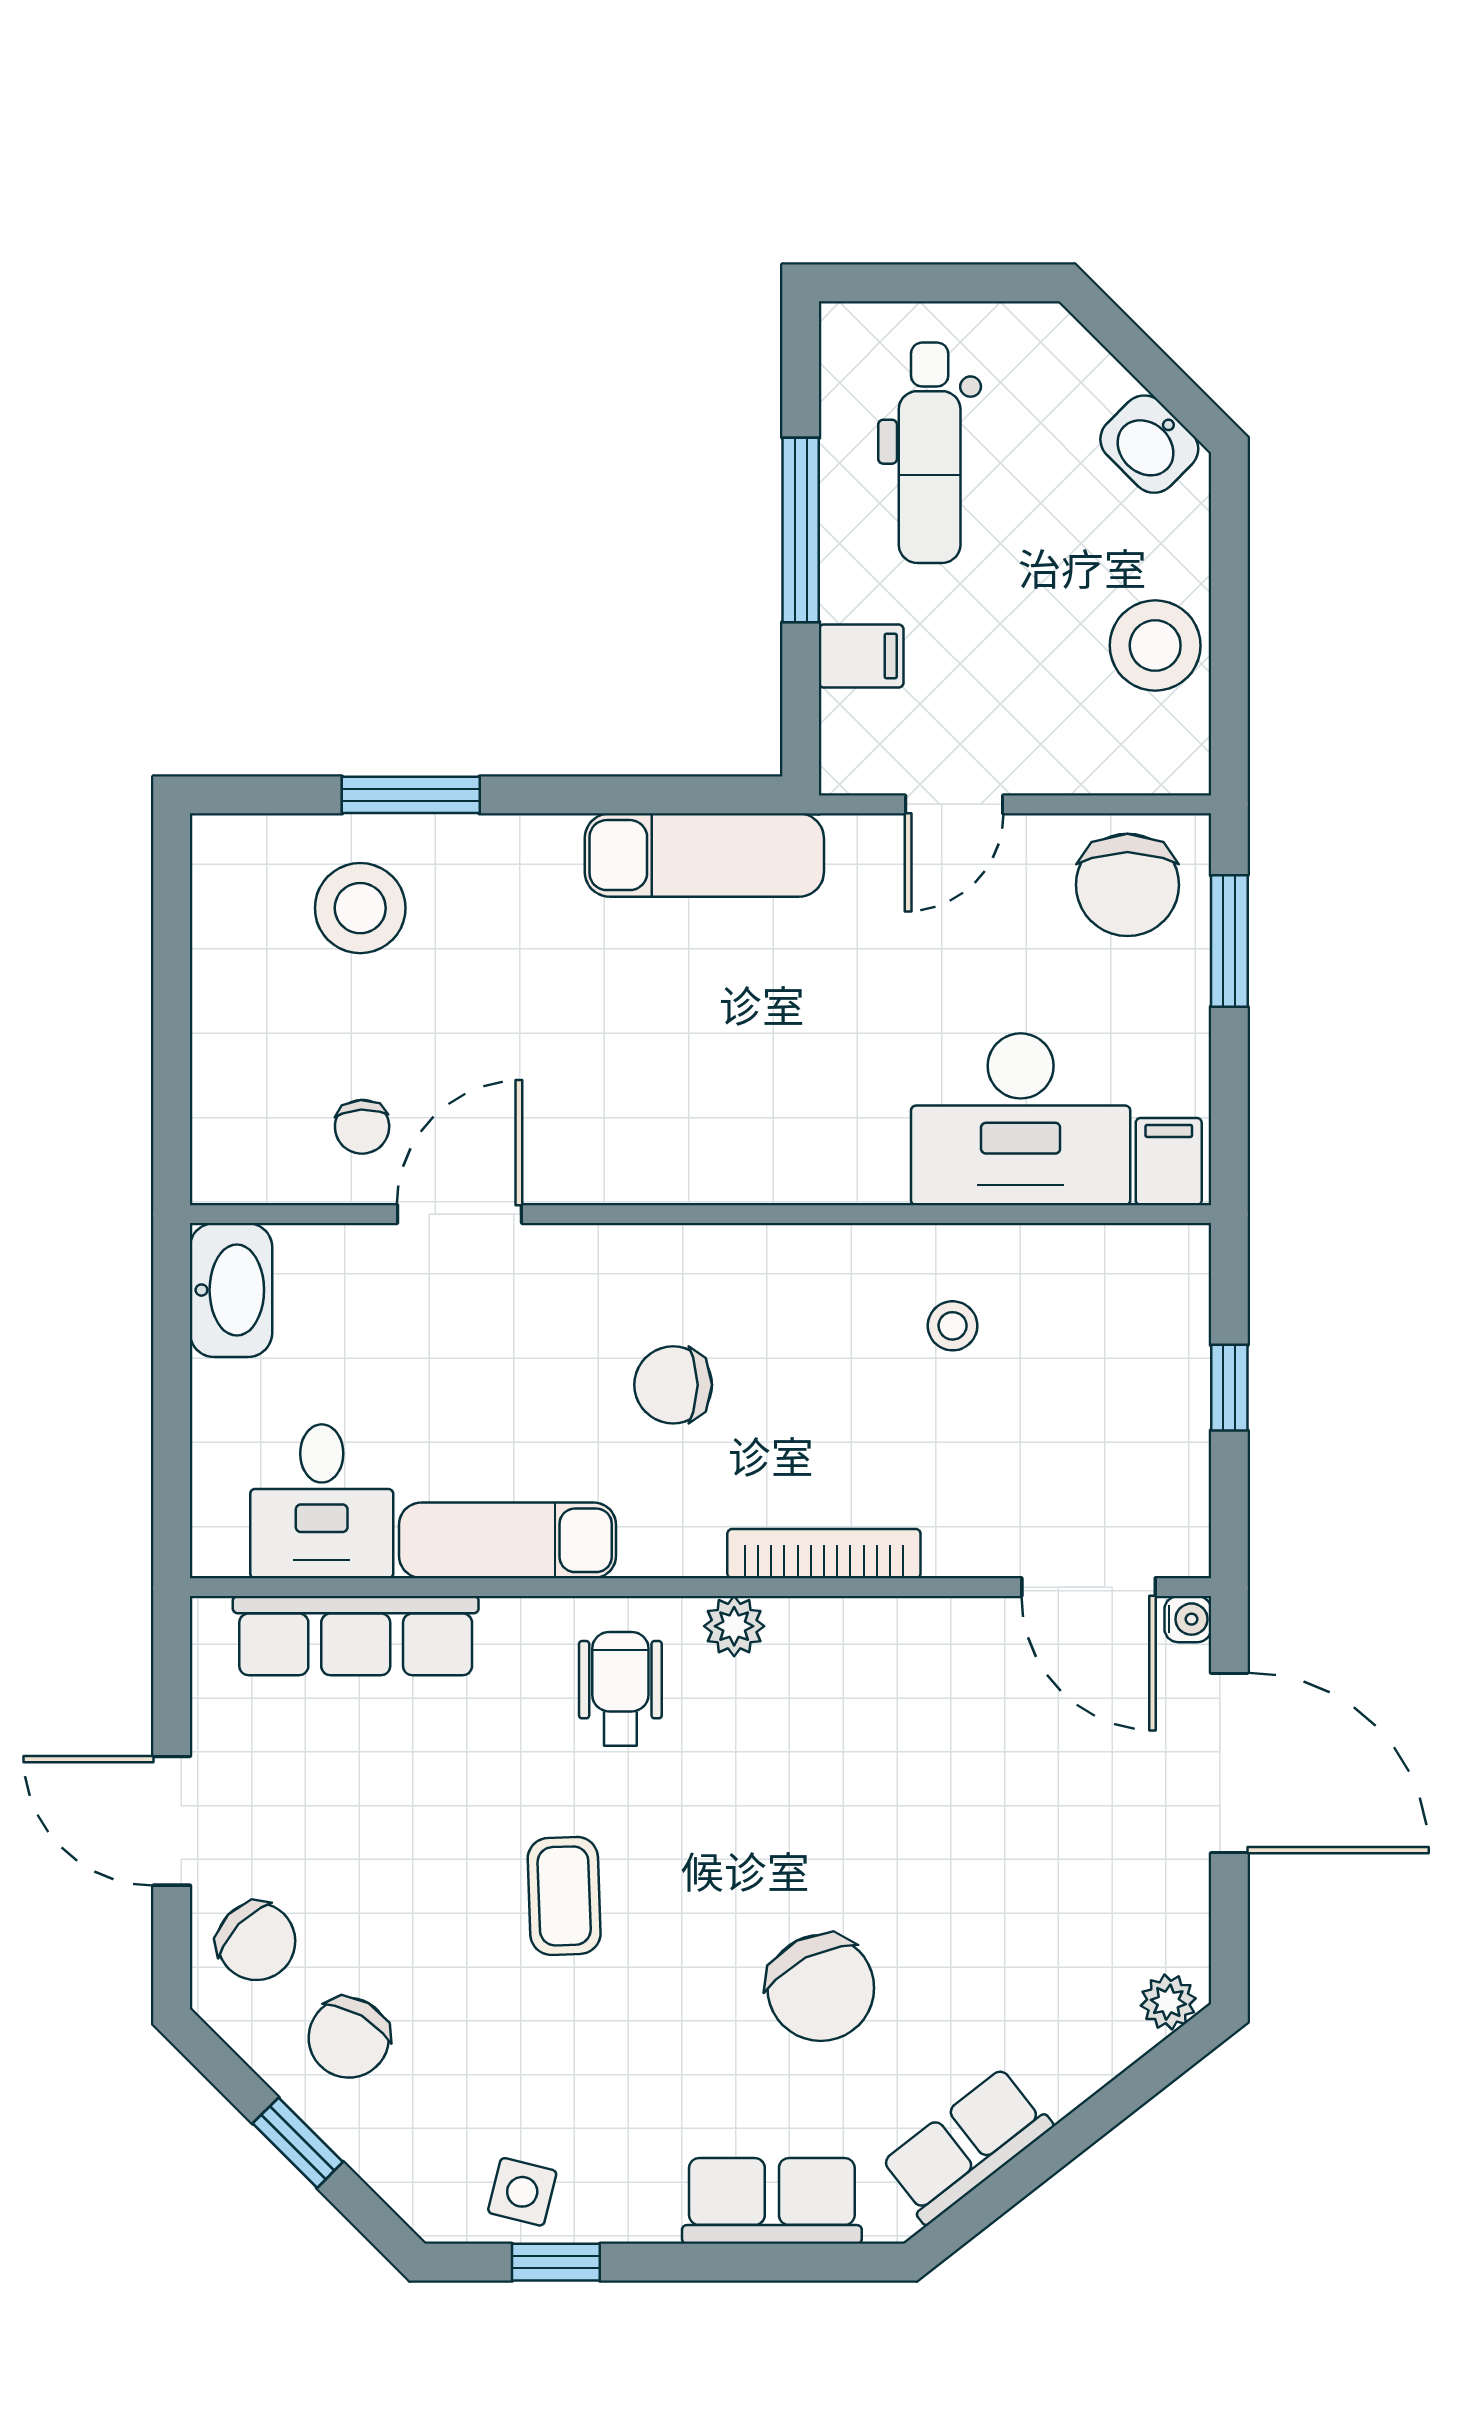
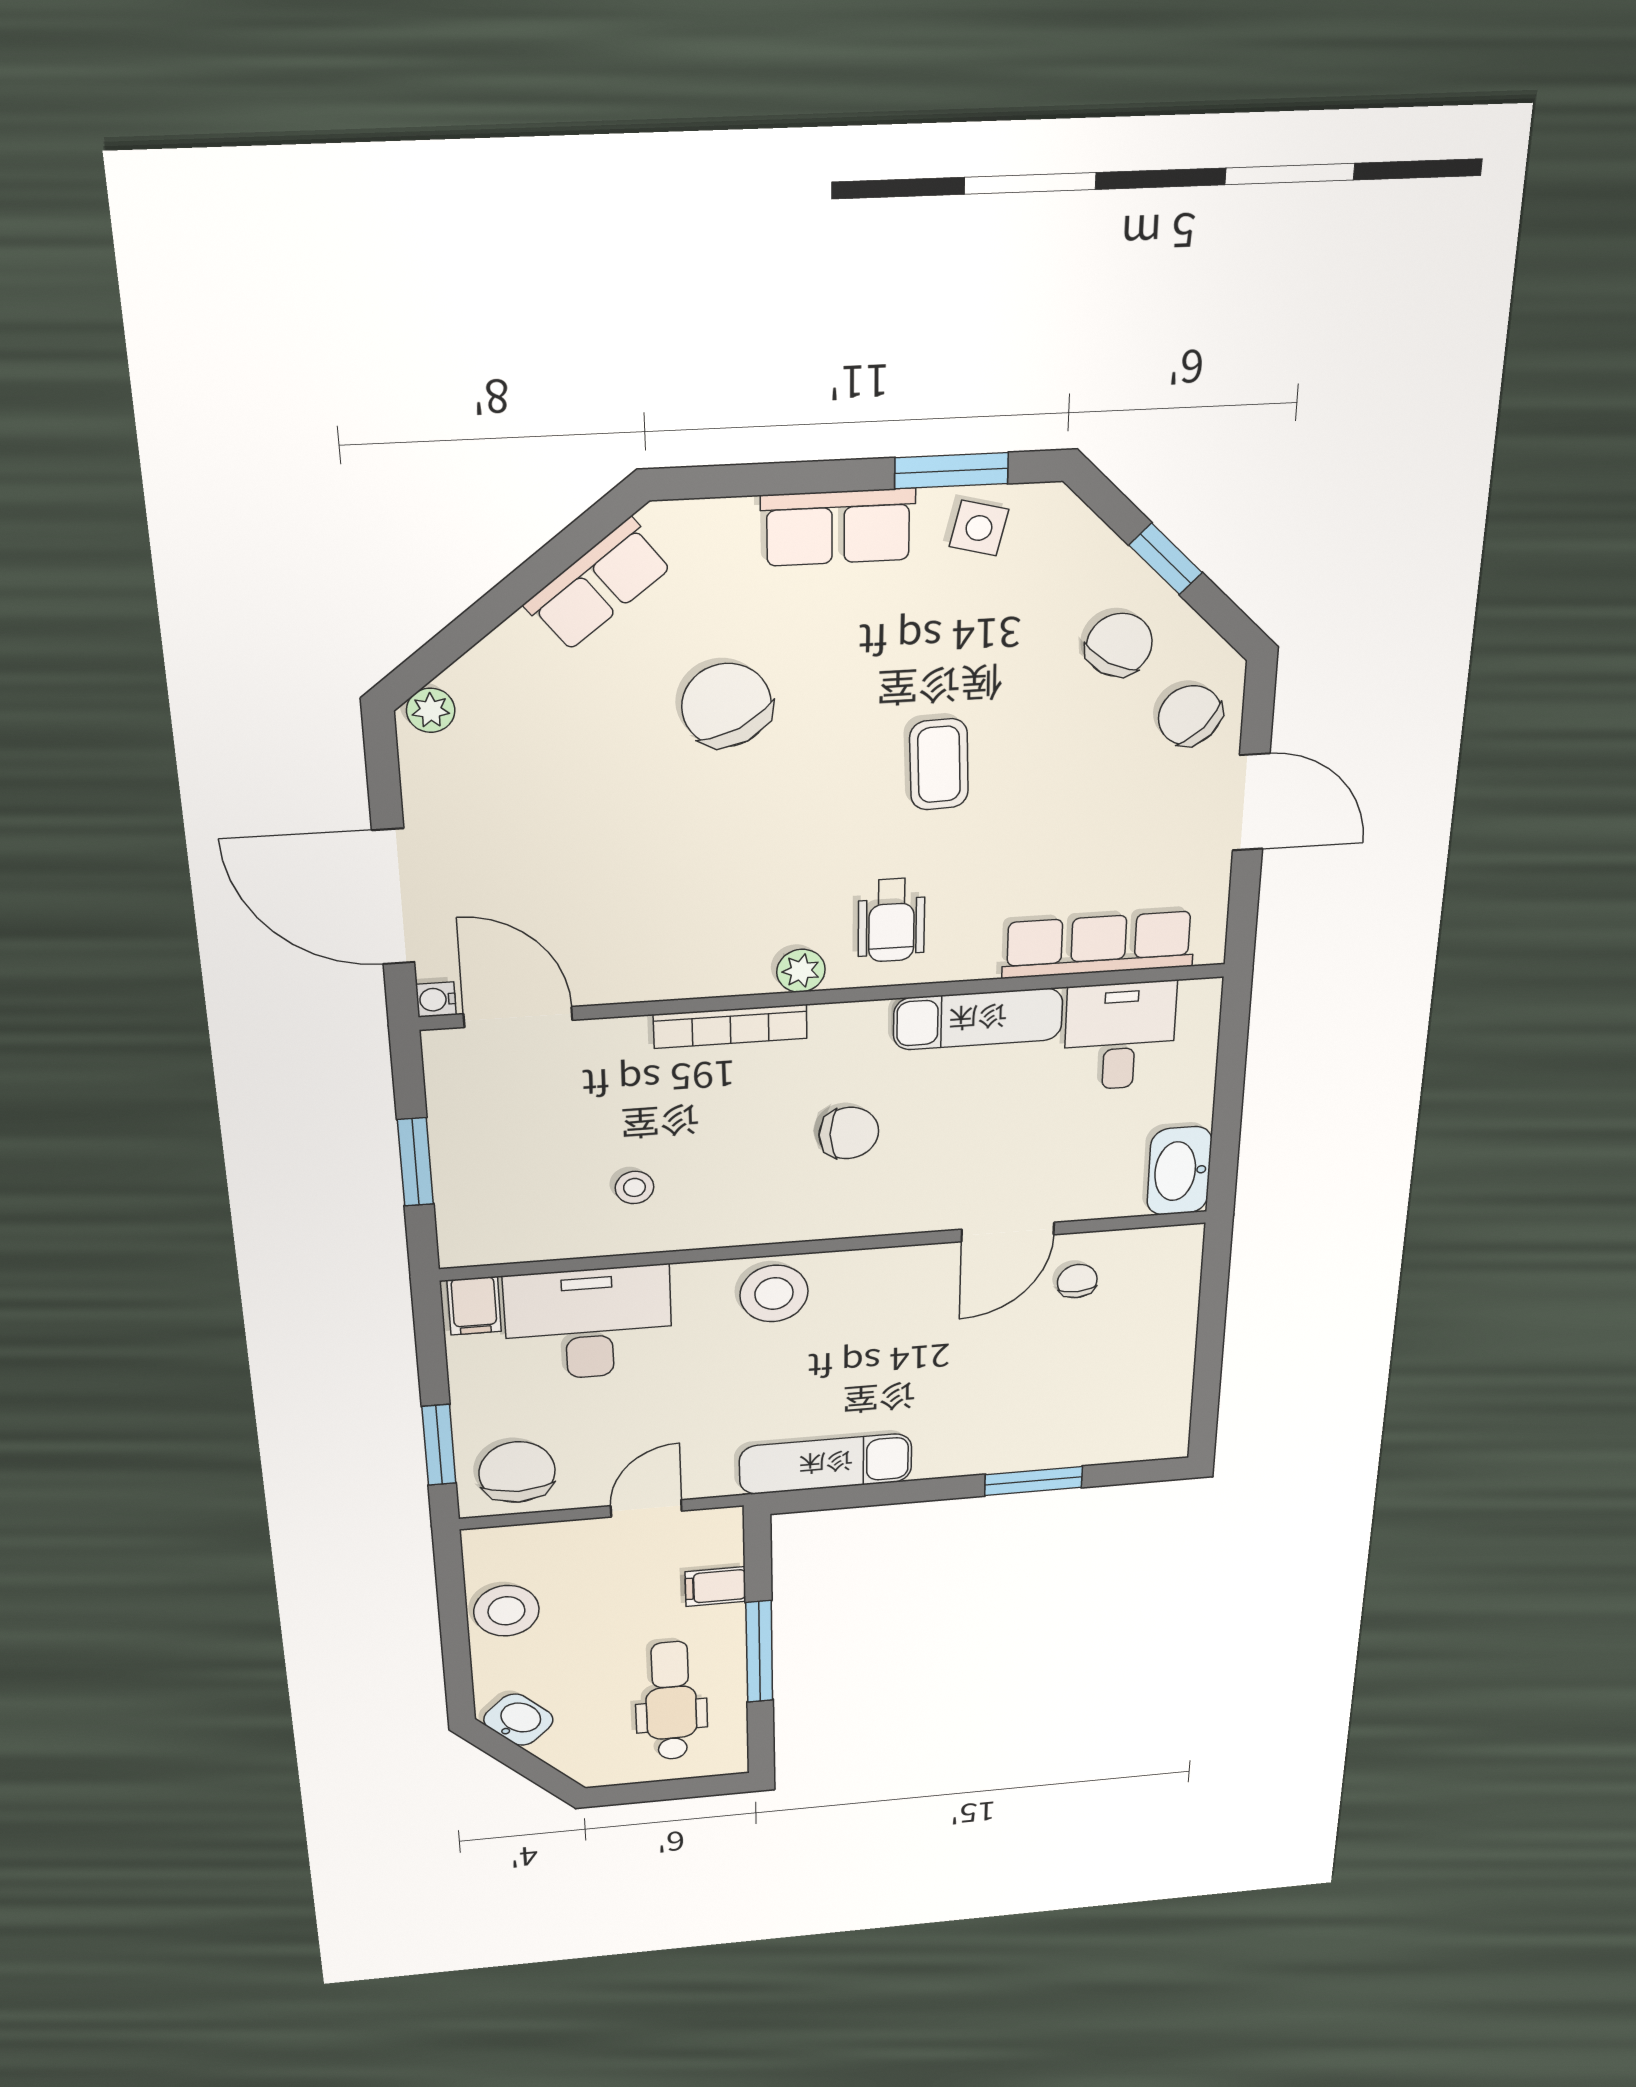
stool: (360, 908) -> (774, 1294), moved
window: (1229, 1388) -> (415, 1162), width x1.50
row of seats: (772, 2201) -> (838, 527), moved
window: (556, 2262) -> (951, 471), width x1.50

